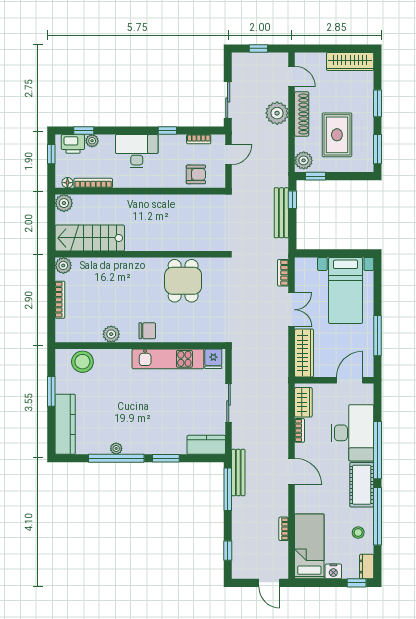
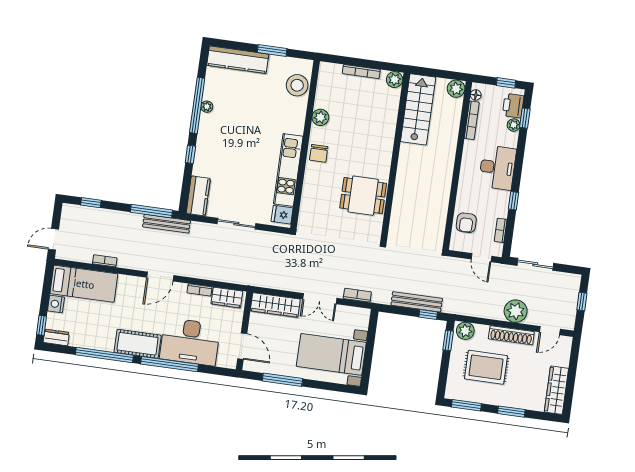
window: (166, 458) -> (190, 154), width x0.67
stool: (358, 533) -> (91, 334), removed

